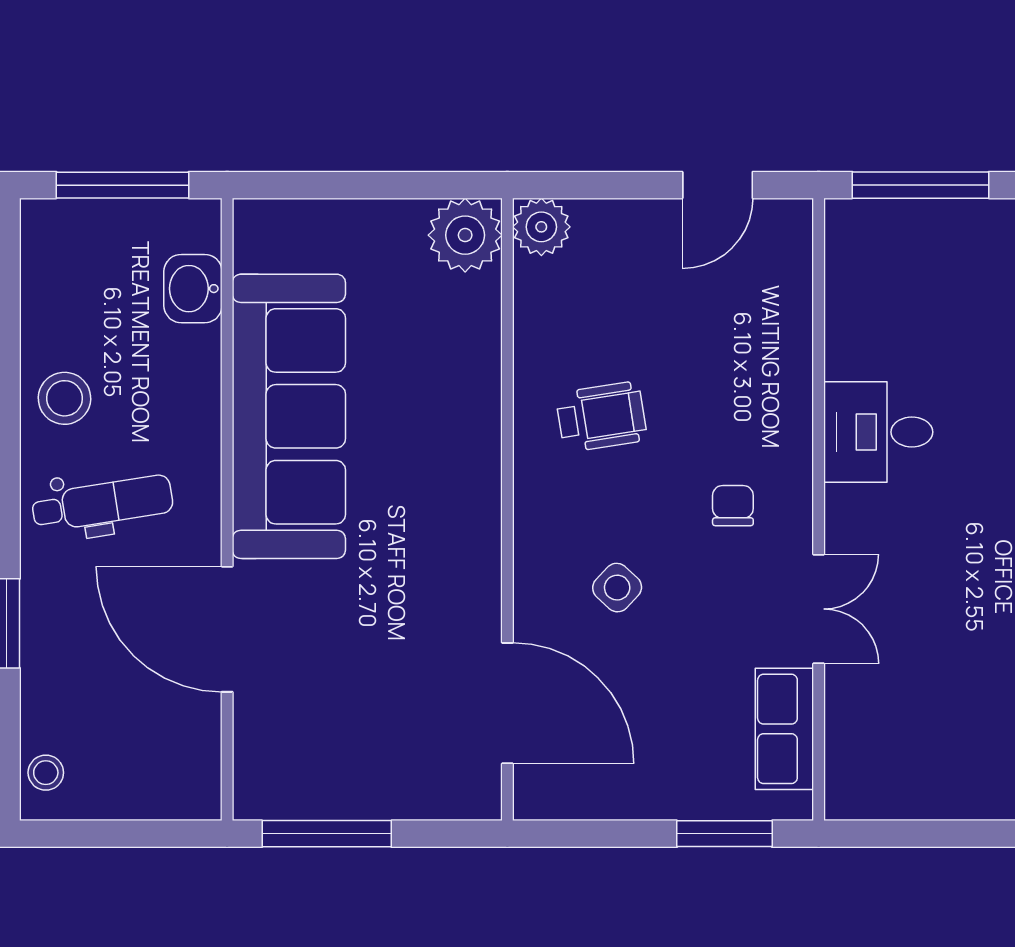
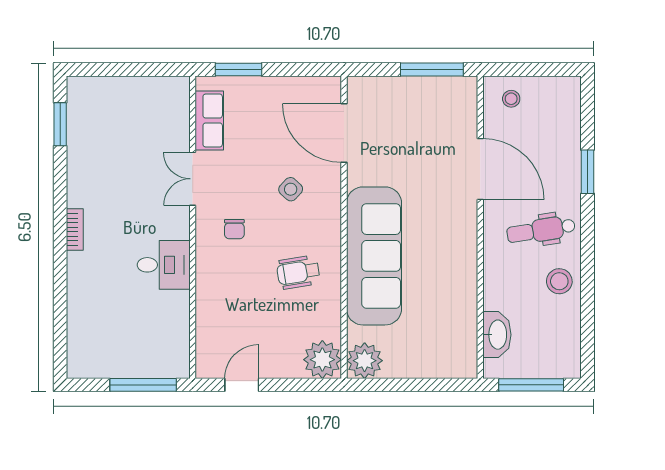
plant: (541, 227) -> (322, 360), width x1.36, depth x1.36
washbasin: (193, 289) -> (497, 335), width x1.38
sofa: (289, 416) -> (374, 256), moved, turned 180
stool: (46, 773) -> (511, 99), moved

